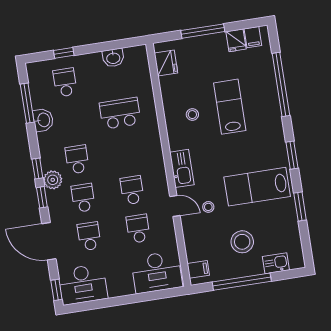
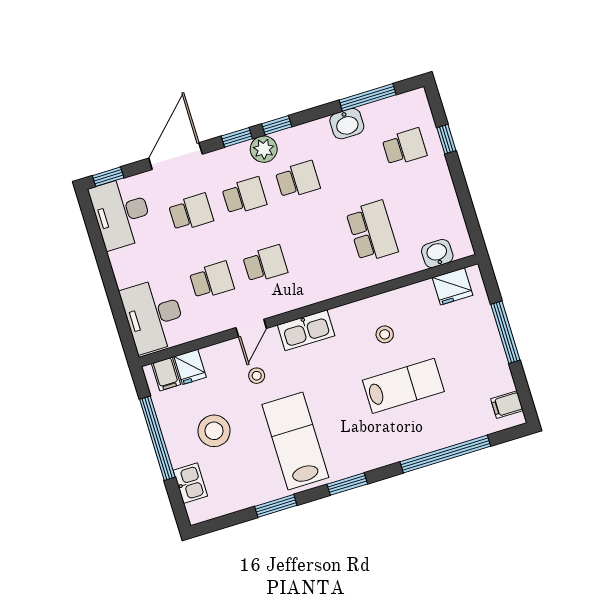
fridge: (236, 40) -> (190, 367), moved, turned -90
washbasin: (113, 58) -> (437, 254), moved, turned 90

